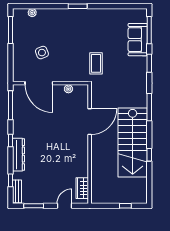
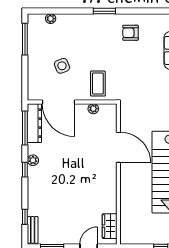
armchair: (100, 25) -> (130, 33), added
coffee table: (96, 63) -> (98, 84), moved
door: (90, 122) -> (118, 147), hinge flipped
plant: (17, 133) -> (33, 160), added
dresser: (19, 155) -> (34, 123), moved

